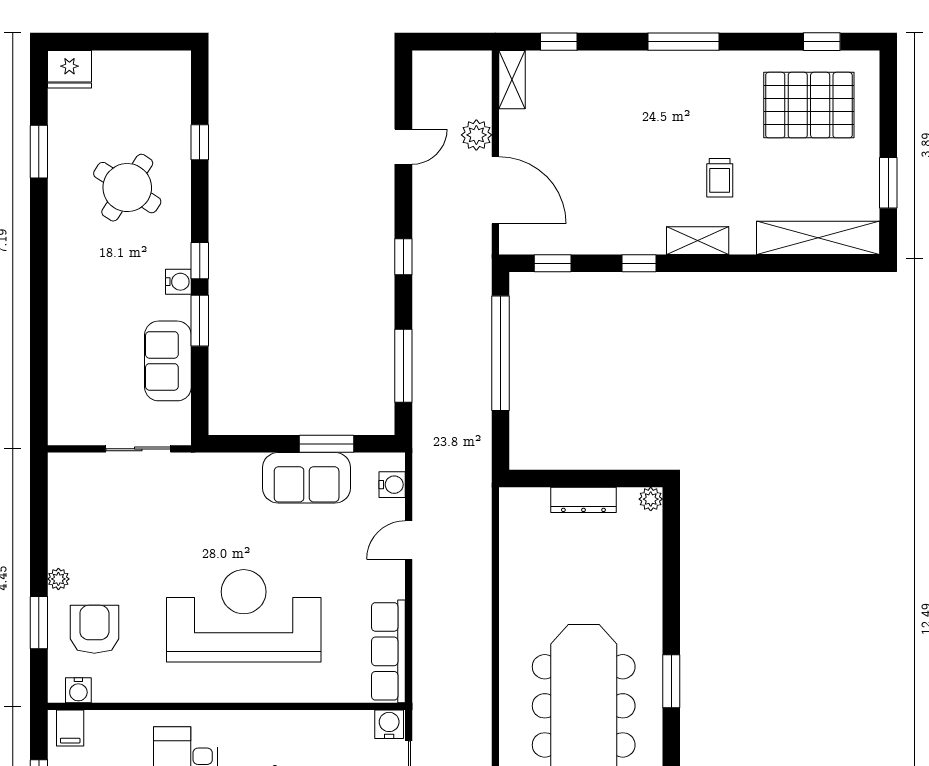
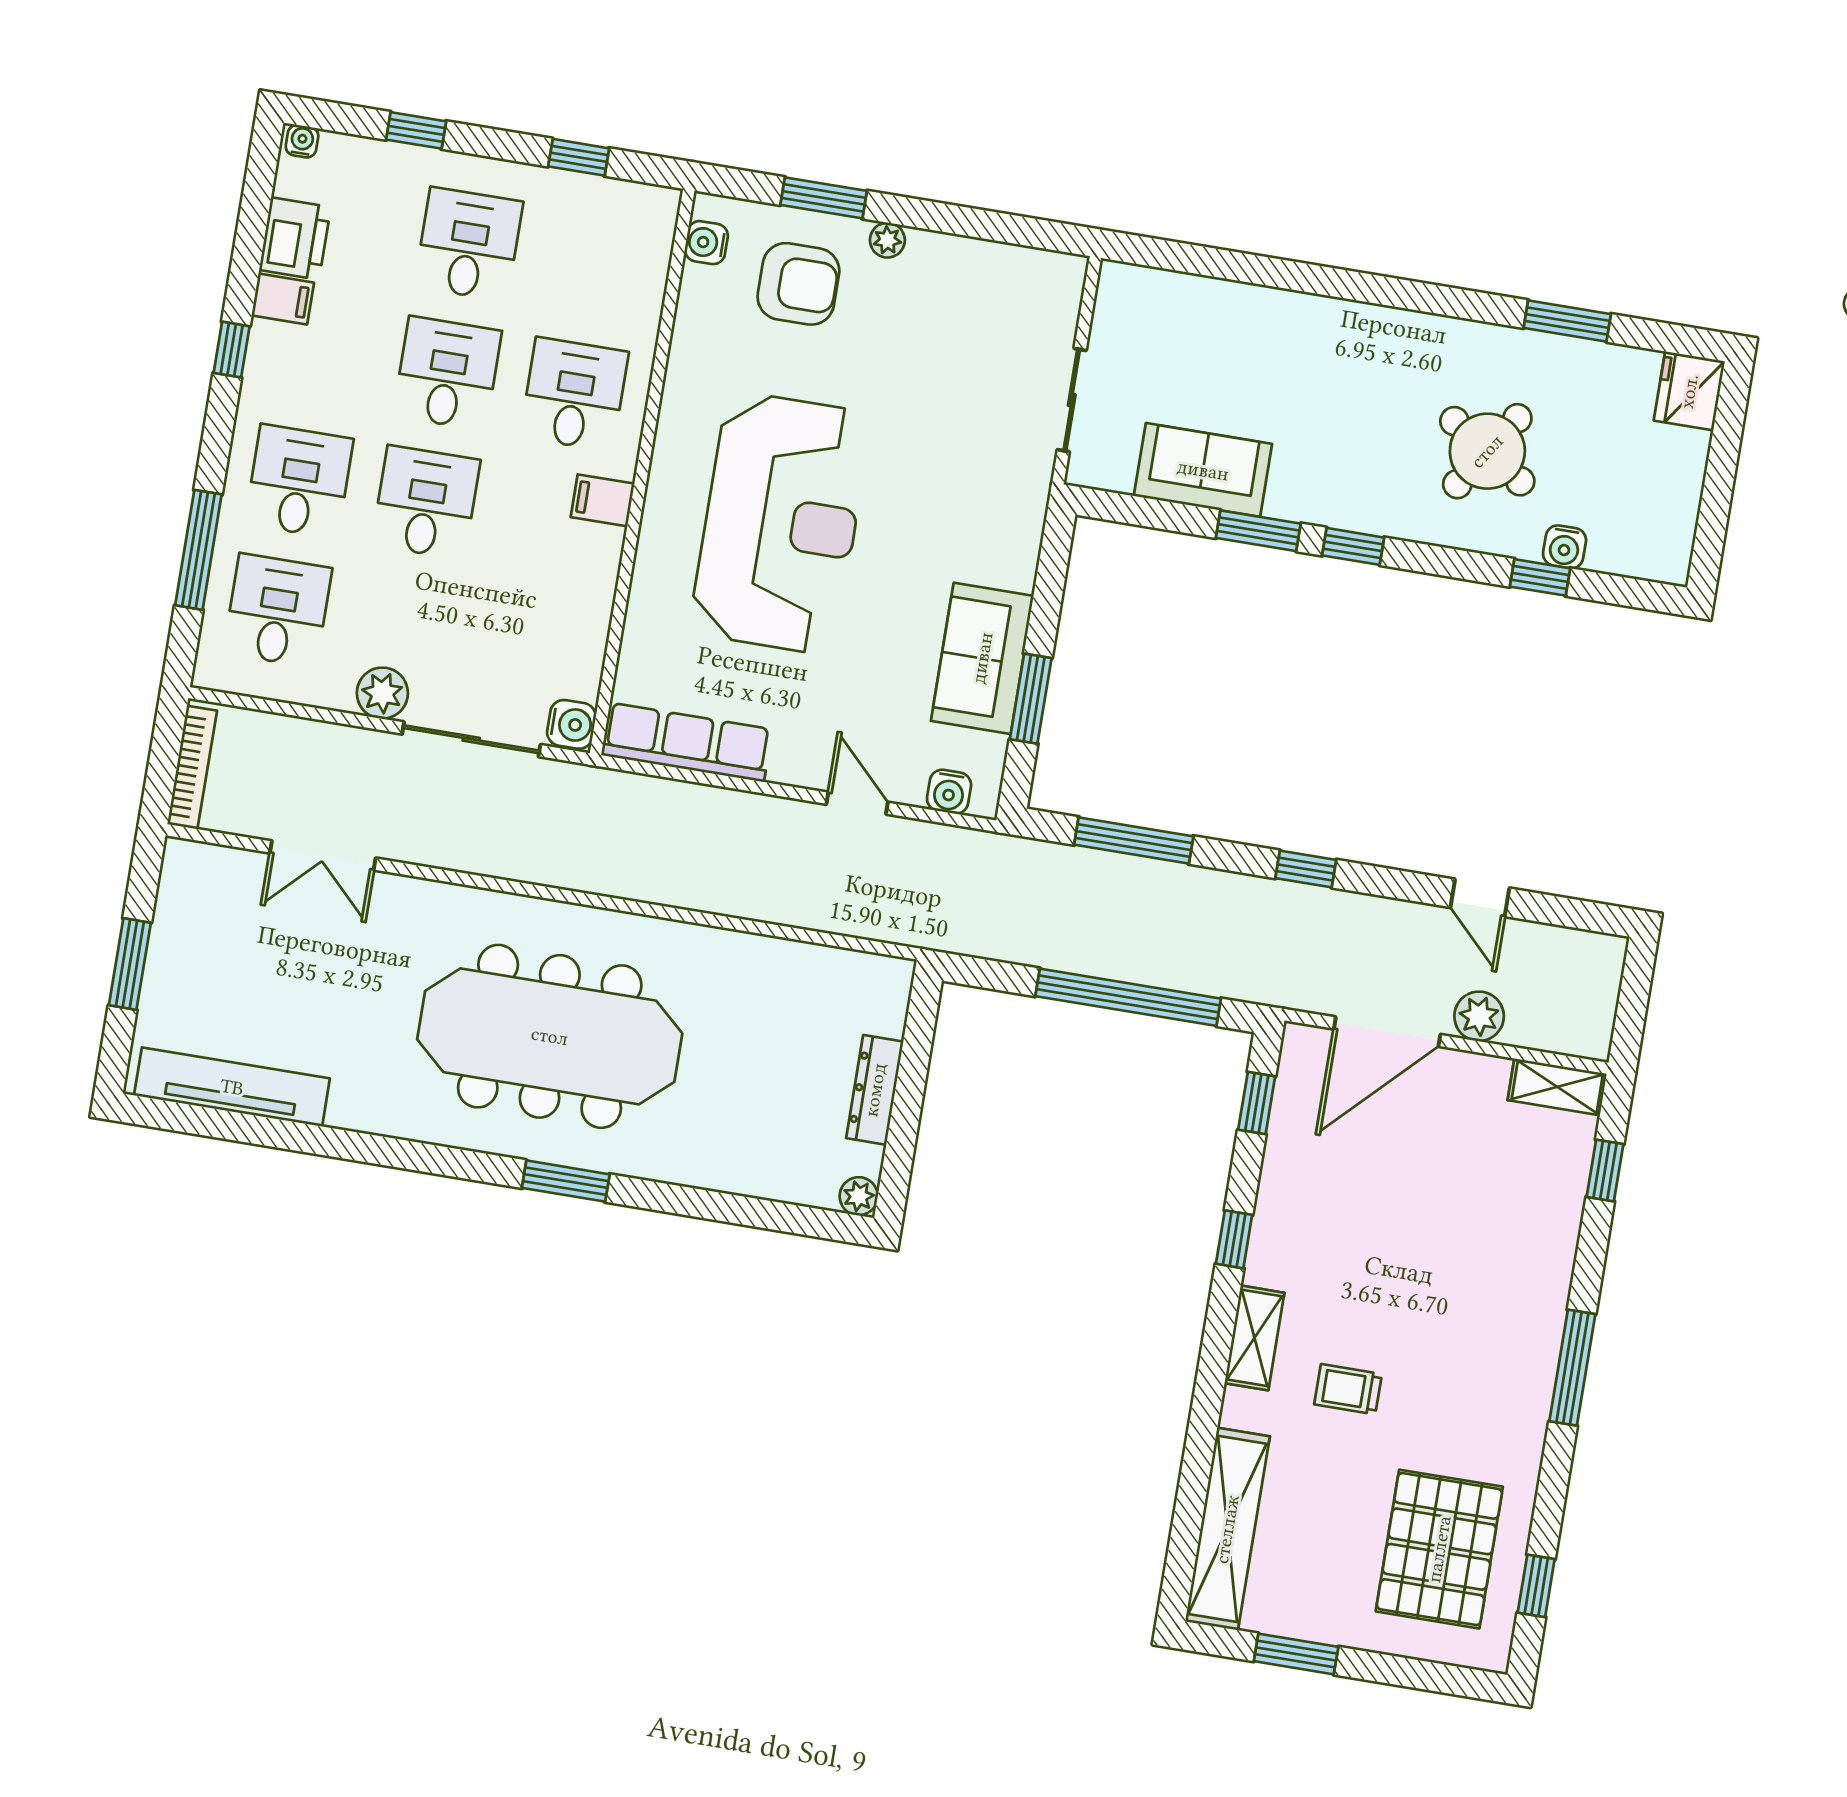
water cooler: (178, 282) -> (1565, 547), moved
filing cabinet: (70, 728) -> (603, 500), moved

